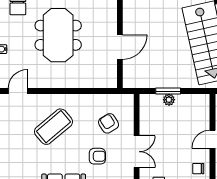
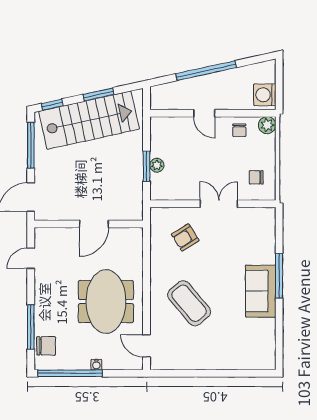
meeting table: (58, 35) -> (106, 302), moved, turned 90
door: (120, 47) -> (94, 224), swing flipped
armchair: (97, 156) -> (224, 251), removed

